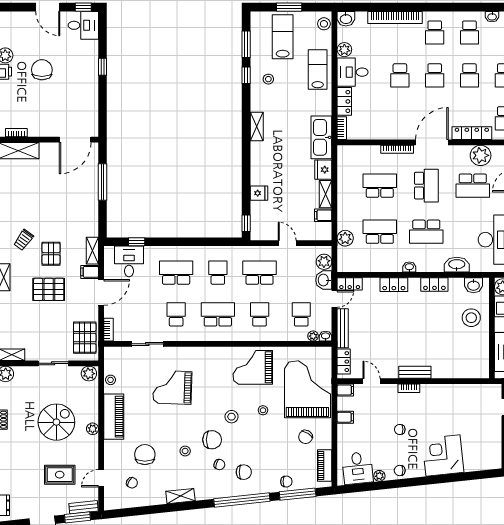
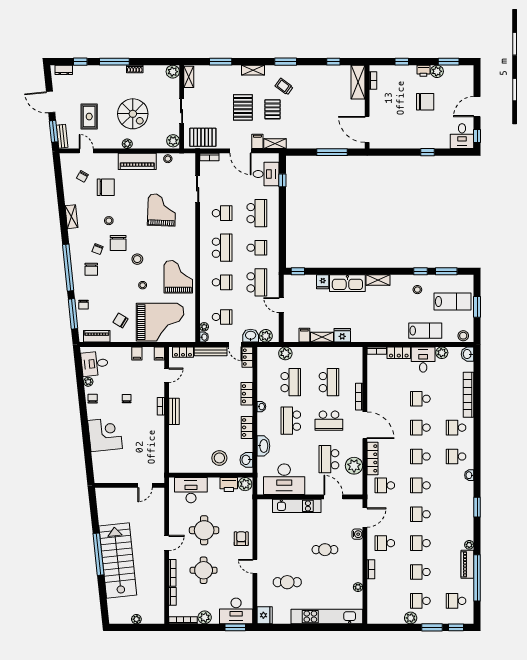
kitchen sink: (321, 137) -> (347, 283), moved, turned 180
door: (287, 243) -> (281, 305), swing flipped
pallet: (51, 254) -> (272, 109), turned 90

